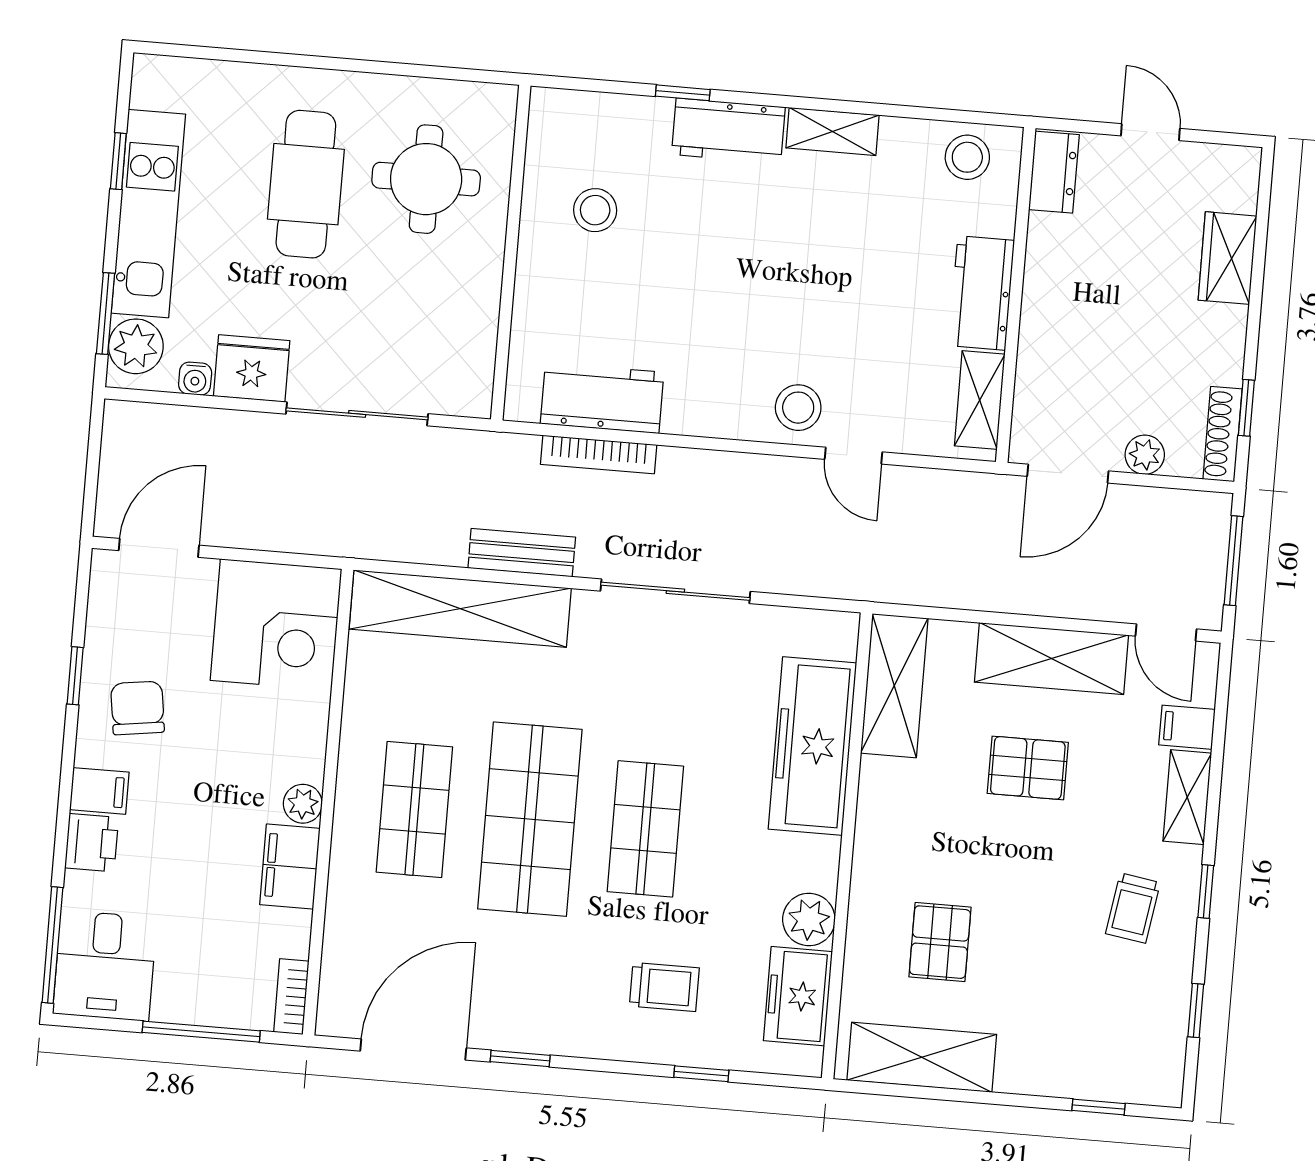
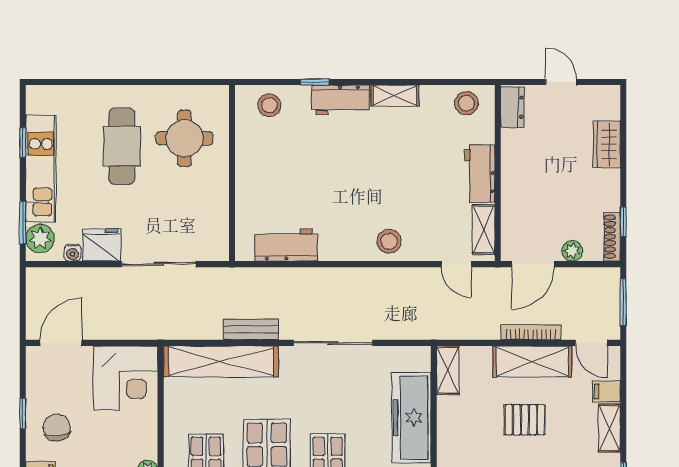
stool: (595, 210) -> (269, 105), moved
bookcase: (599, 455) -> (531, 332), moved, turned 180
door: (854, 456) -> (456, 264), moved
shelving: (894, 686) -> (448, 370), width x0.67, depth x0.75

